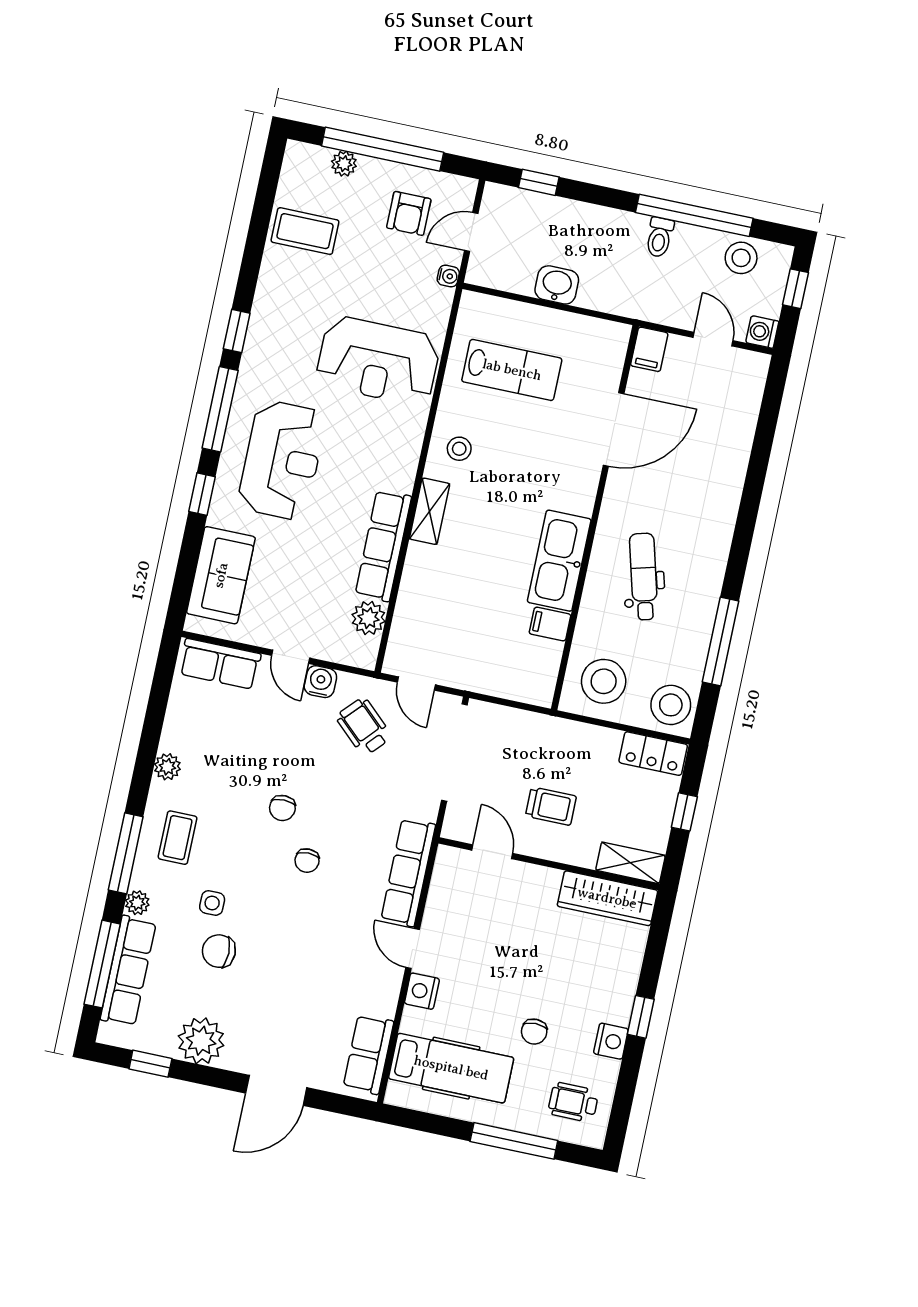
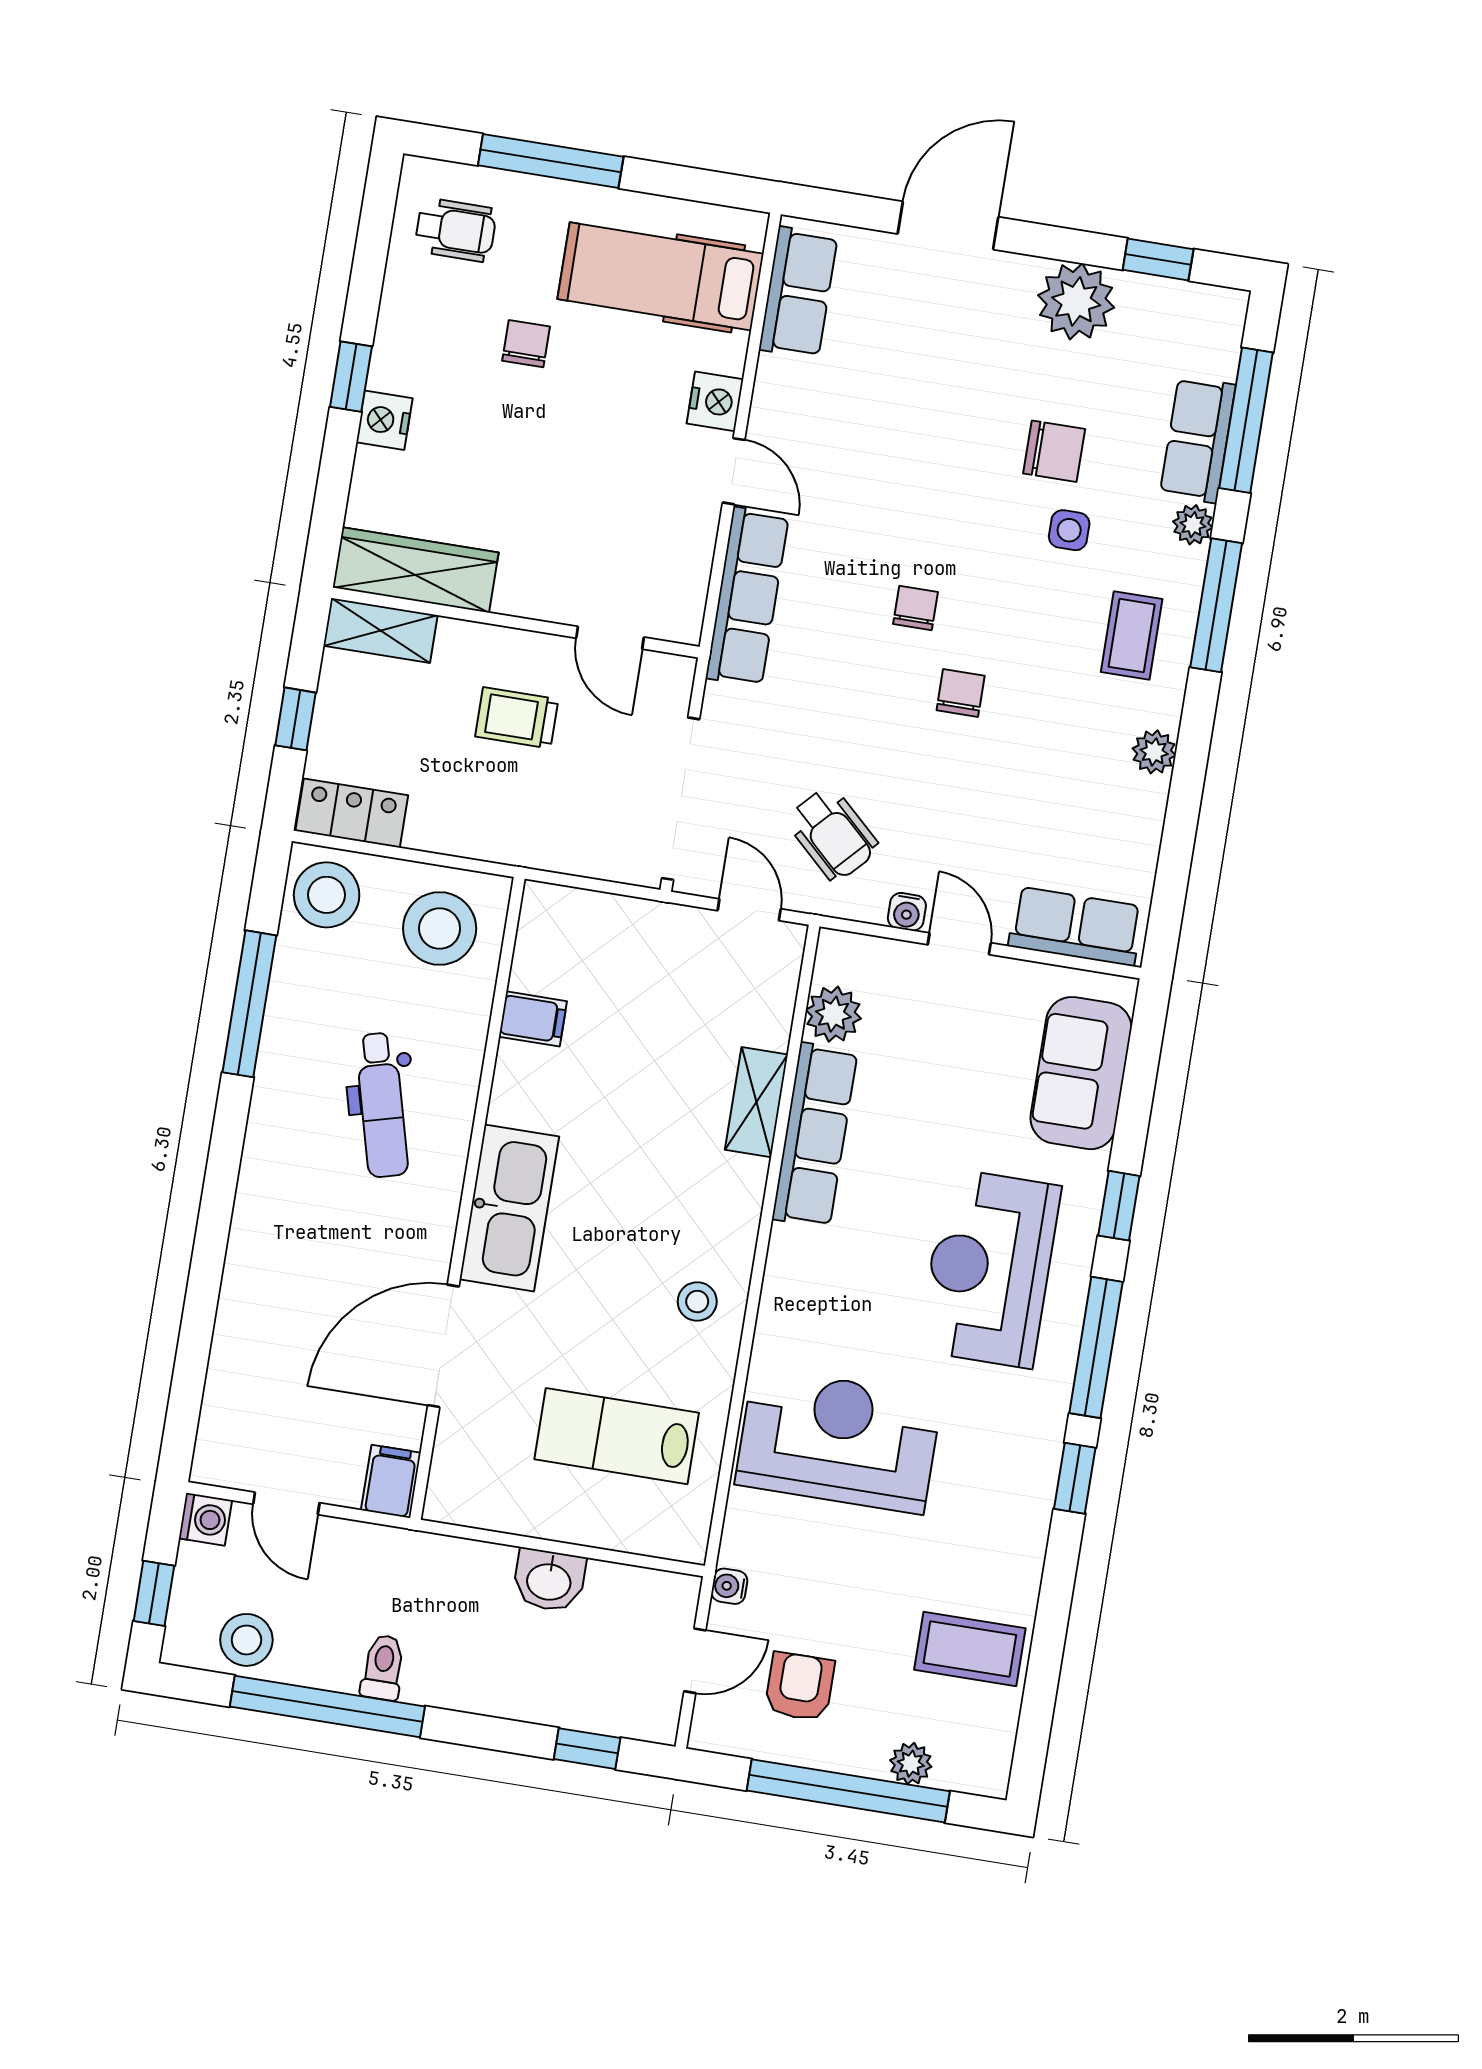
shelving: (430, 511) -> (756, 1102), moved
kitchen sink: (559, 561) -> (509, 1208), moved
water cooler: (320, 682) -> (907, 912), width x0.72, depth x0.72
row of seats: (128, 971) -> (1198, 440), width x0.68
nightstand: (611, 1041) -> (384, 420), moved

